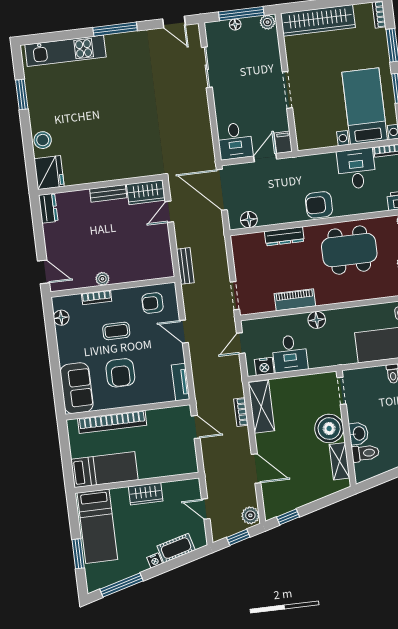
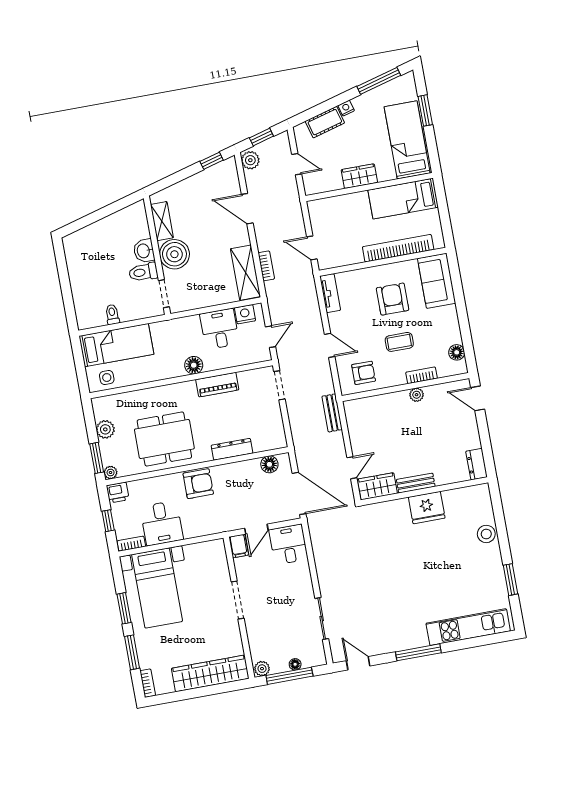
fridge: (49, 173) -> (427, 508), moved, turned -90
toilet: (365, 453) -> (143, 272), moved

